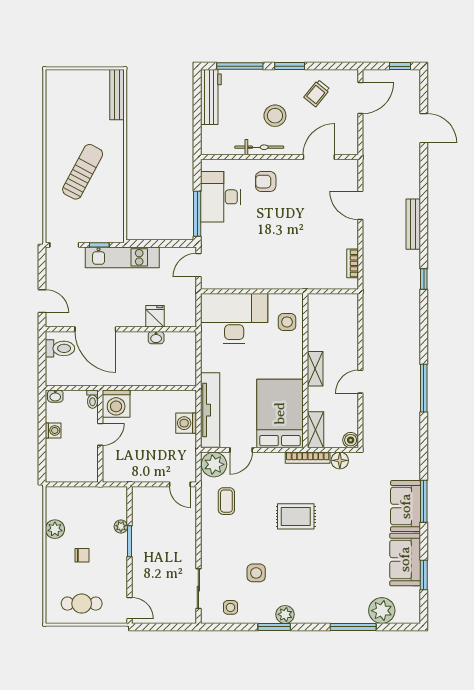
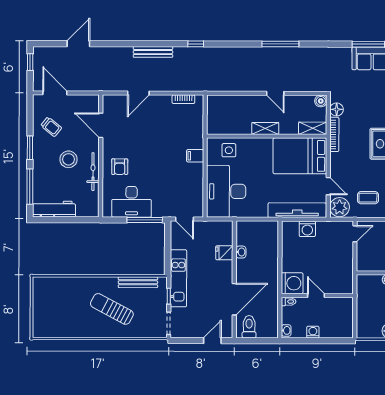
bench: (117, 95) -> (138, 282), moved
filing cabinet: (280, 279) -> (195, 156), added

